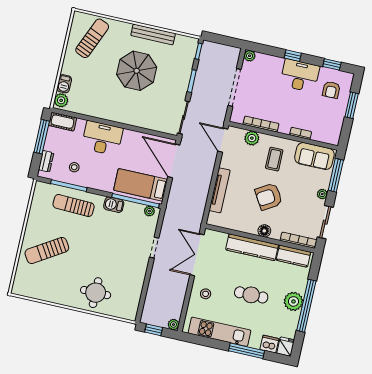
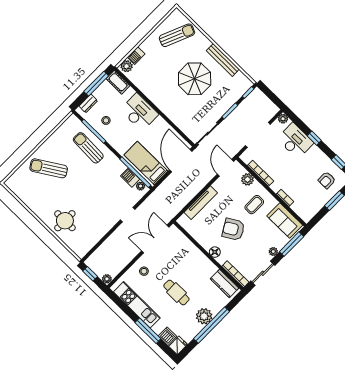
desk: (300, 76) -> (295, 141), moved
barbecue: (114, 205) -> (130, 178), moved
kitchen counter: (252, 247) -> (199, 258), removed

